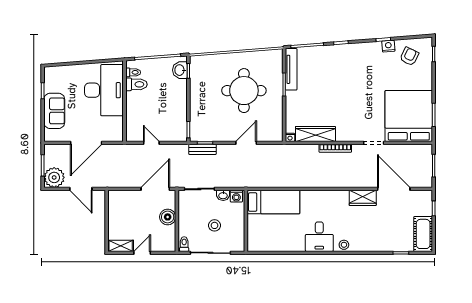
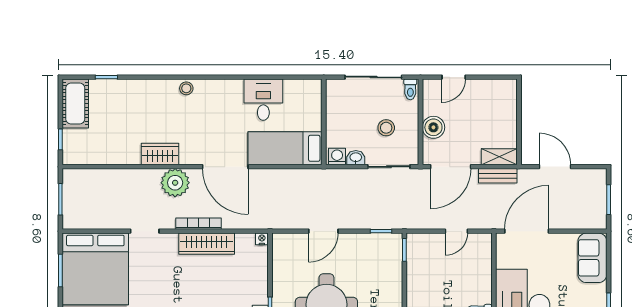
sofa: (54, 111) -> (592, 258), moved
wardrobe: (315, 134) -> (207, 244), moved
door: (86, 143) -> (527, 231), moved
door: (151, 143) -> (456, 231), hinge flipped
bench: (202, 149) -> (498, 176), moved
plant: (54, 177) -> (175, 183), moved
door: (394, 189) -> (225, 167), moved
stool: (215, 225) -> (386, 128), moved
desk: (319, 237) -> (263, 100), moved
shelving: (121, 246) -> (499, 157), moved
door: (142, 253) -> (454, 77), moved

